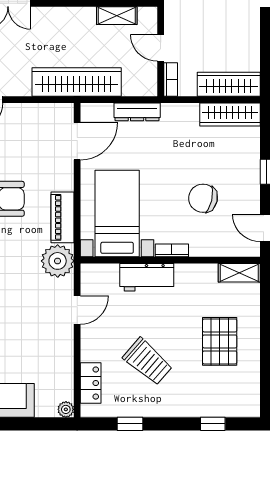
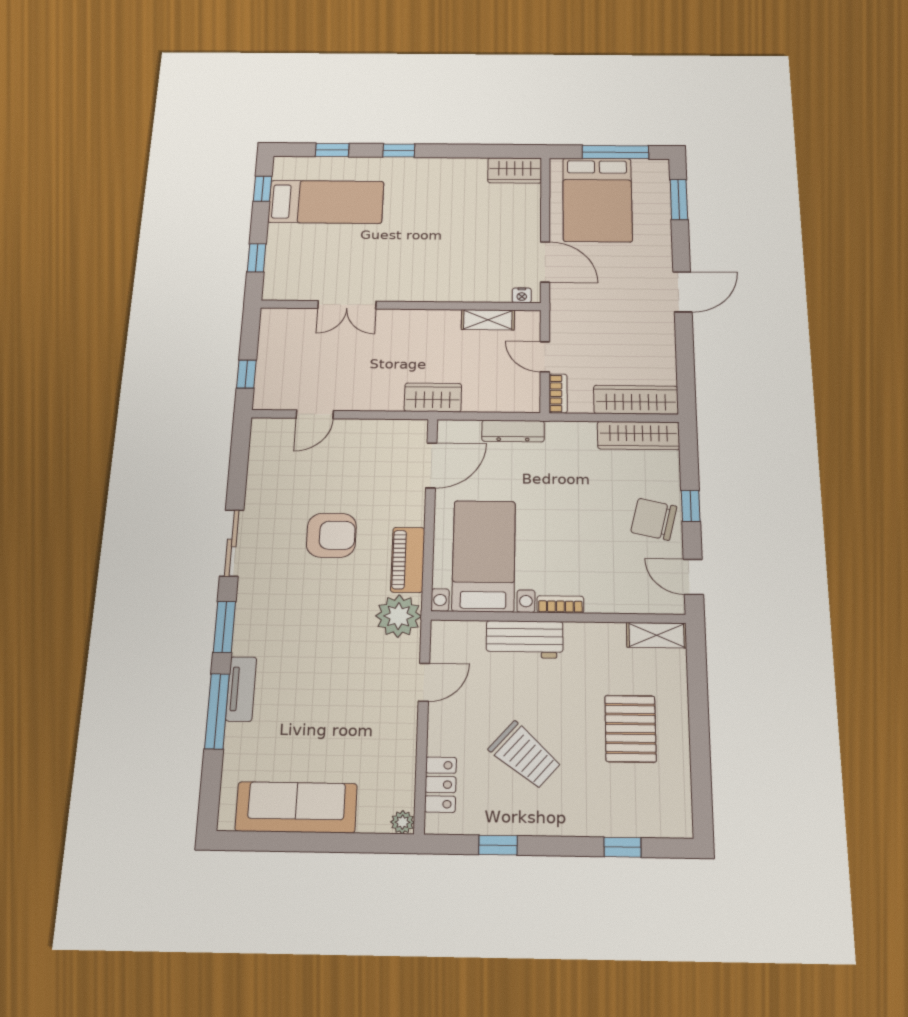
wardrobe: (77, 82) -> (433, 397), width x0.48, depth x0.85
chair: (203, 198) -> (654, 519), moved

